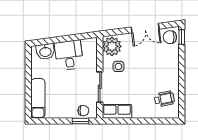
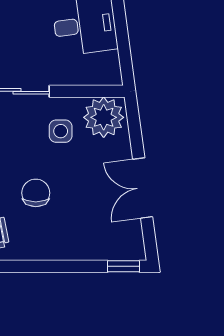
chair: (170, 37) -> (36, 193), moved

